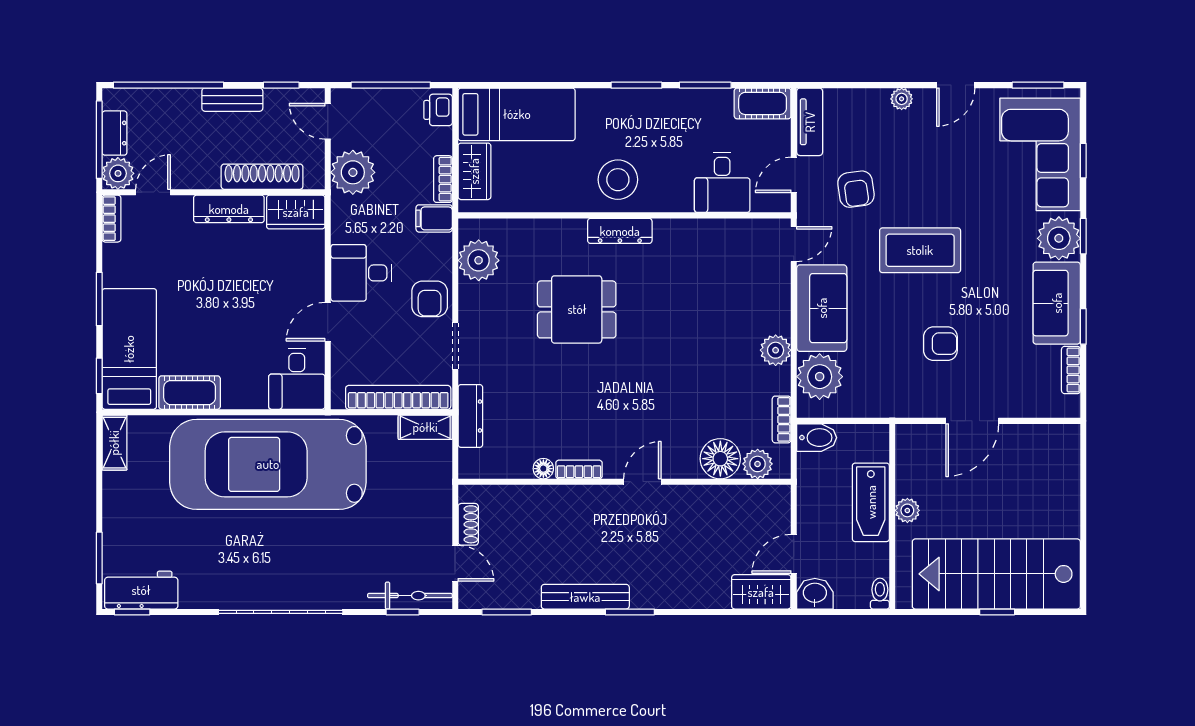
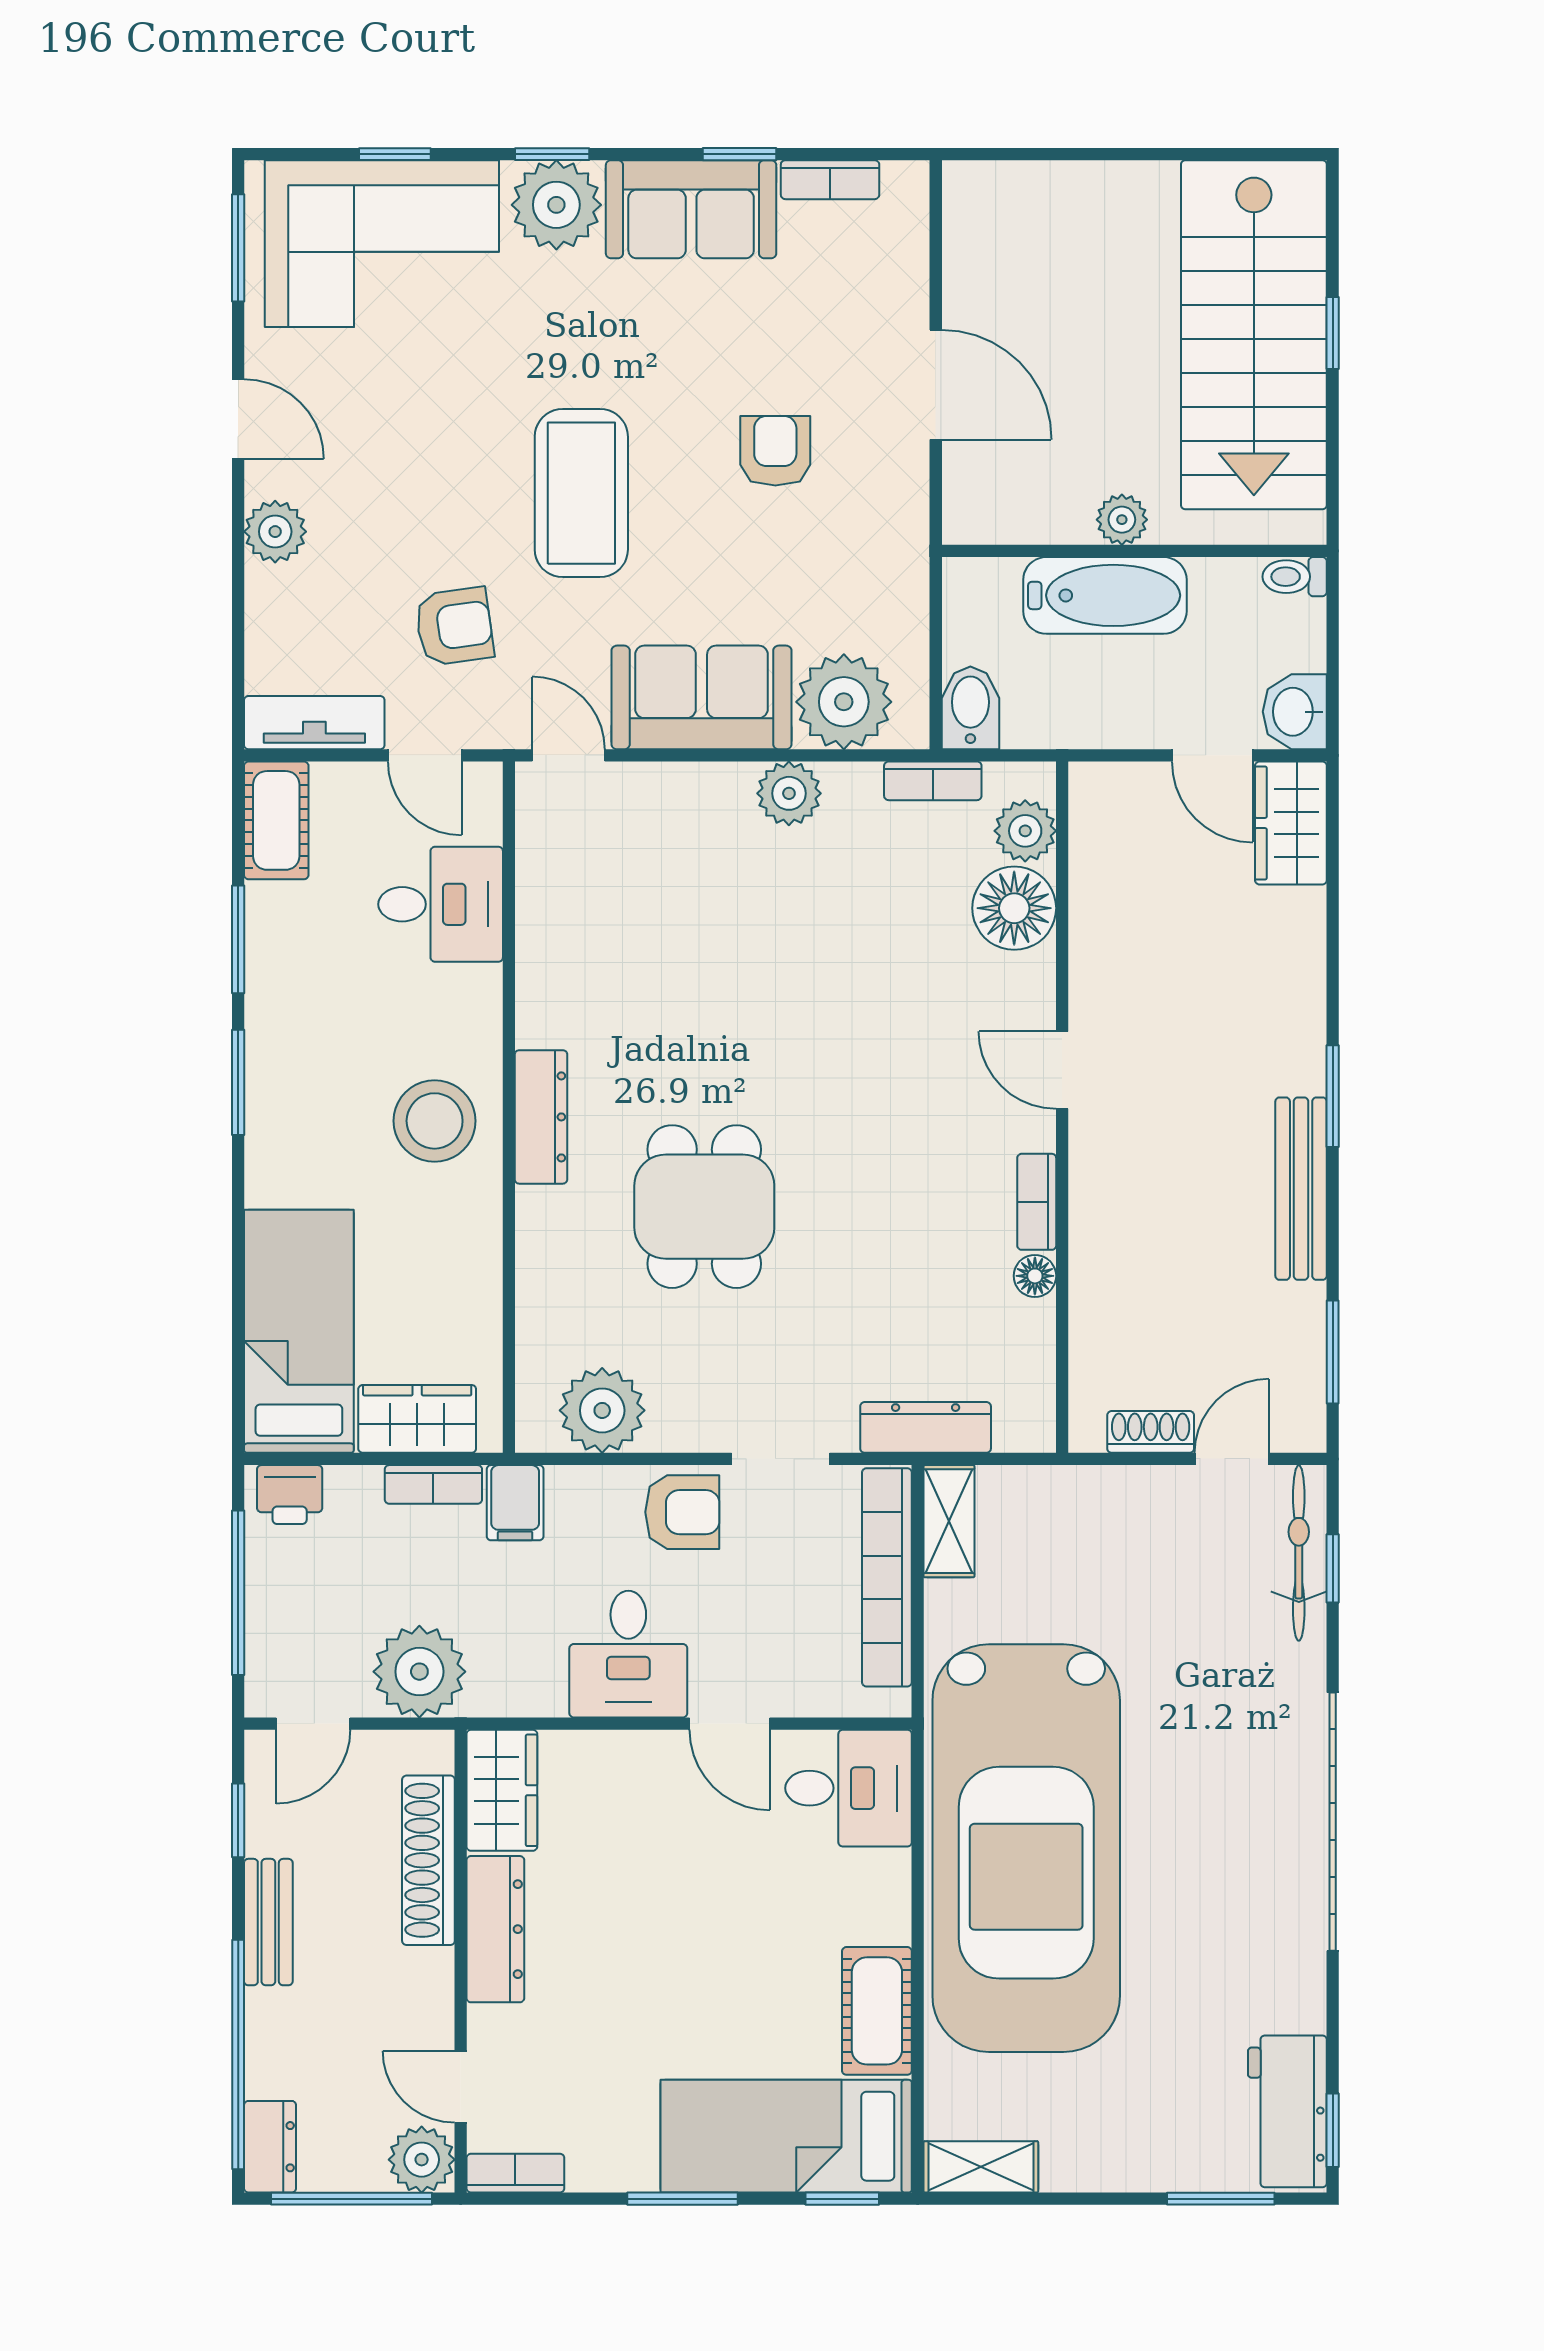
plant: (902, 99) -> (275, 532), width x1.38, depth x1.38
dresser: (115, 133) -> (270, 2147), moved, turned 90

